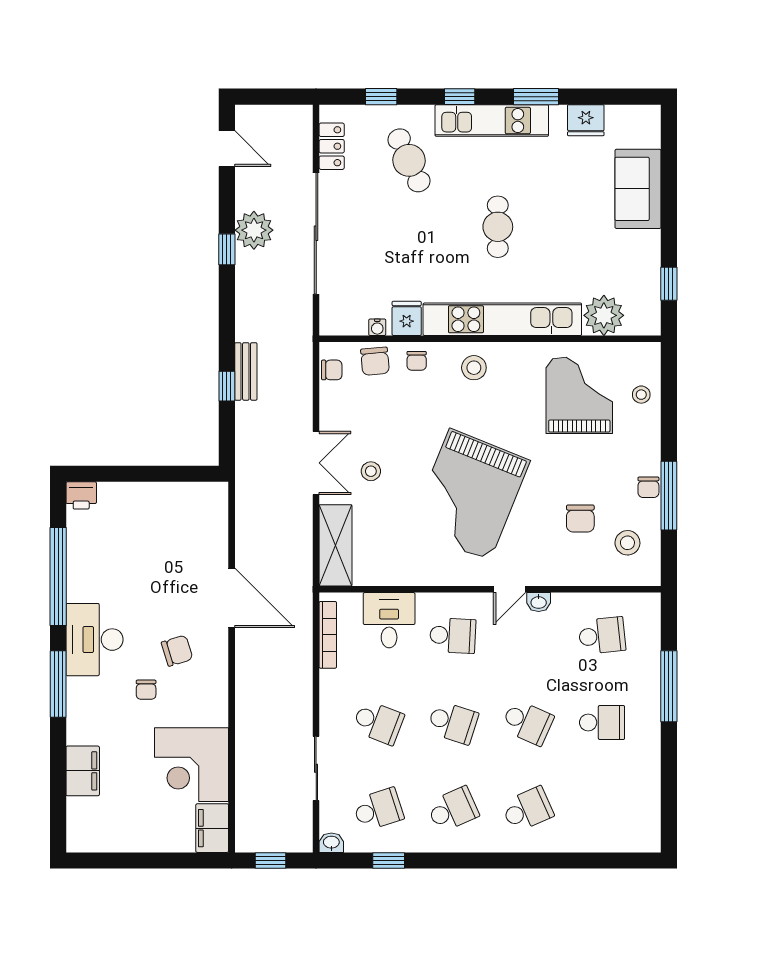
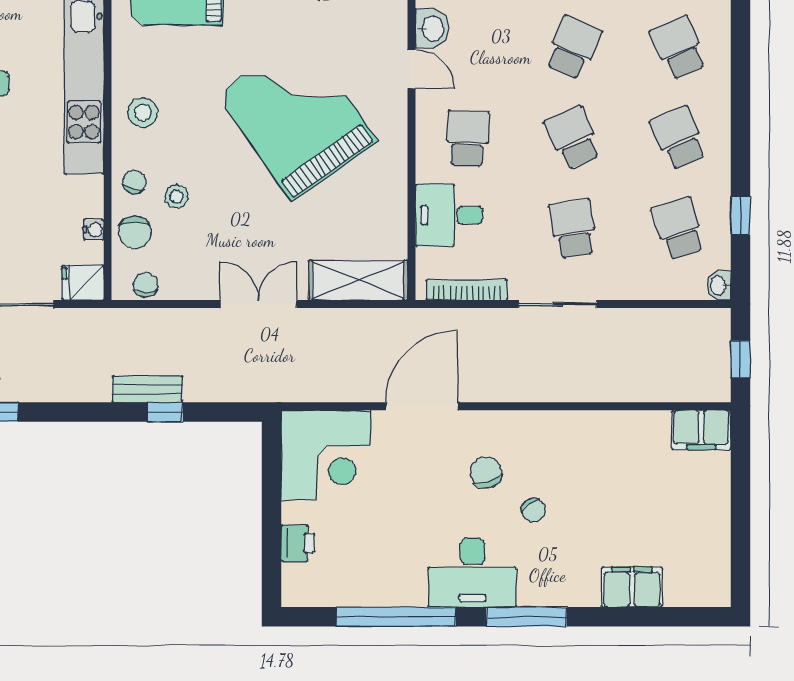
fridge: (407, 318) -> (83, 283), moved
chair: (375, 361) -> (135, 232), turned 95
chair: (417, 361) -> (134, 182), turned -75
stool: (371, 471) -> (176, 197), moved
printer: (81, 495) -> (298, 543), moved
grand piano: (470, 495) -> (297, 118), turned -147
washbasin: (539, 602) -> (432, 28), width x1.38, depth x1.45
chair: (146, 690) -> (533, 510), turned 53
school desk: (378, 722) -> (573, 229), turned -30
school desk: (453, 722) -> (573, 138), turned -42
corner desk: (192, 765) -> (326, 455), moved
sliding door: (316, 768) -> (558, 304), moved

